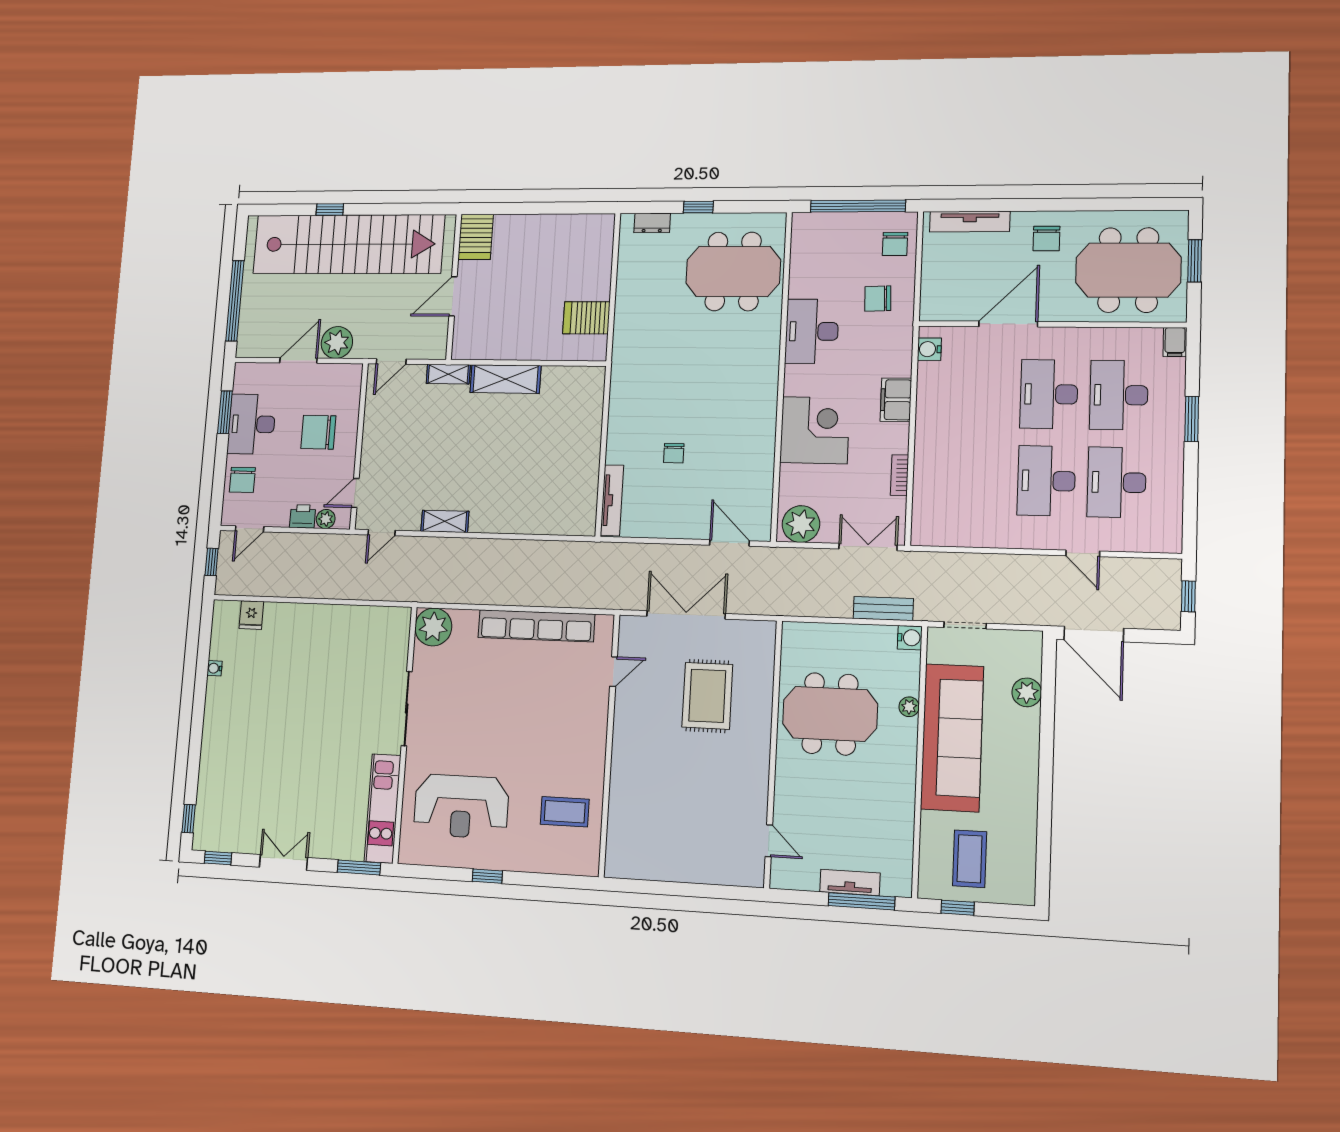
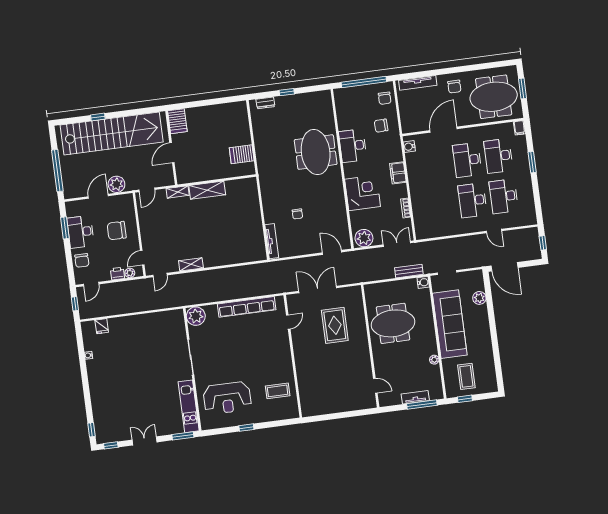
meeting table: (733, 271) -> (316, 152), moved, turned 90
plant: (909, 707) -> (434, 360), moved

